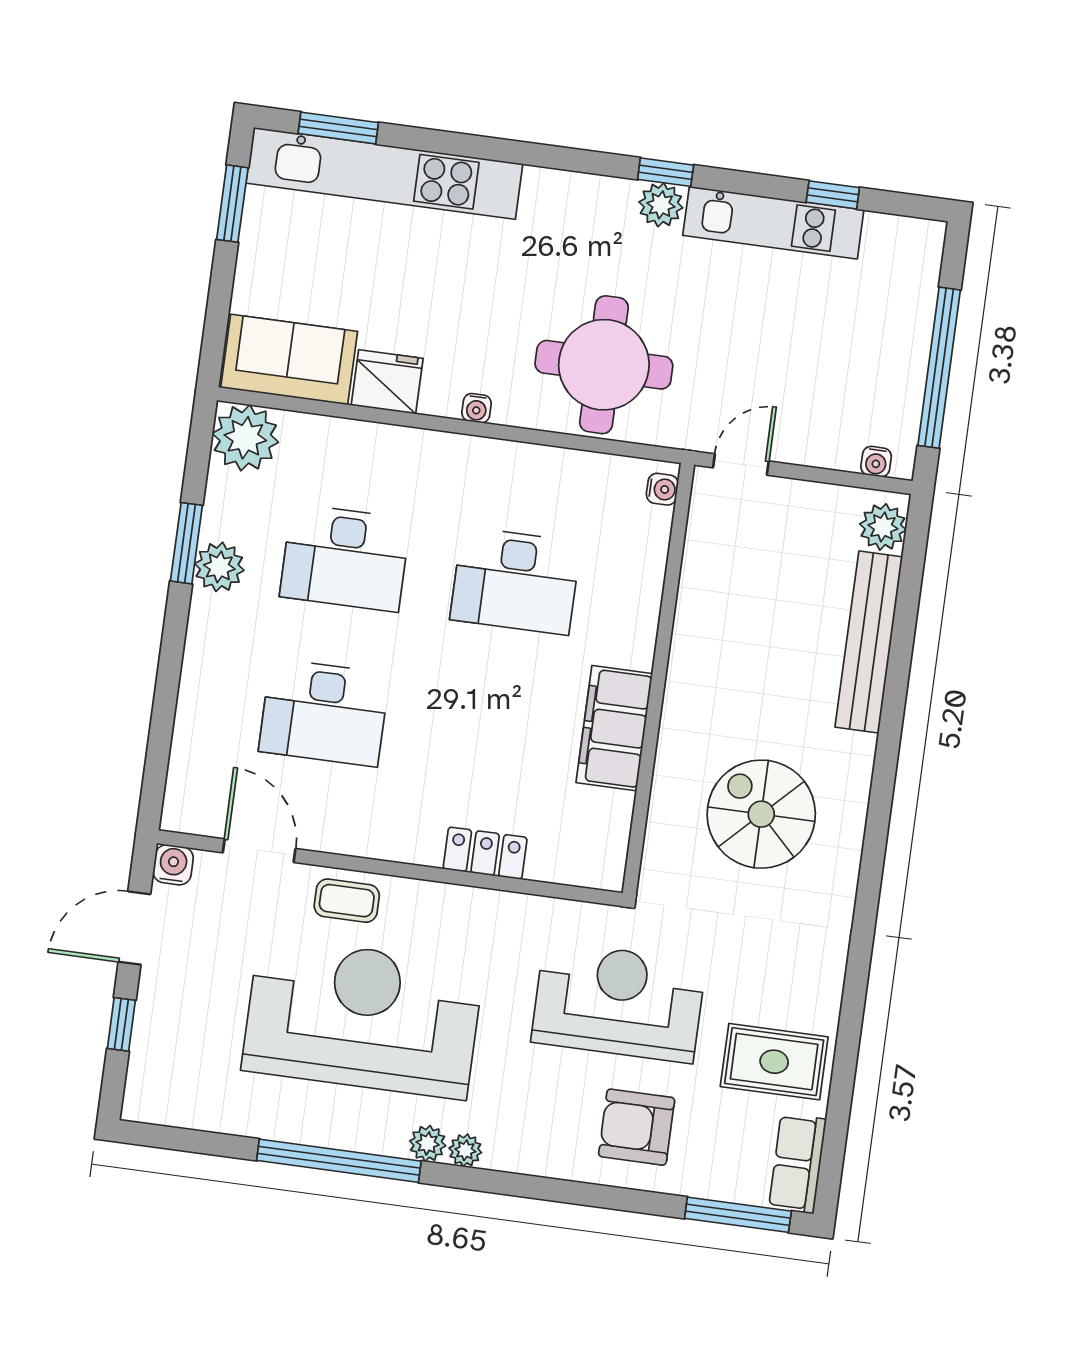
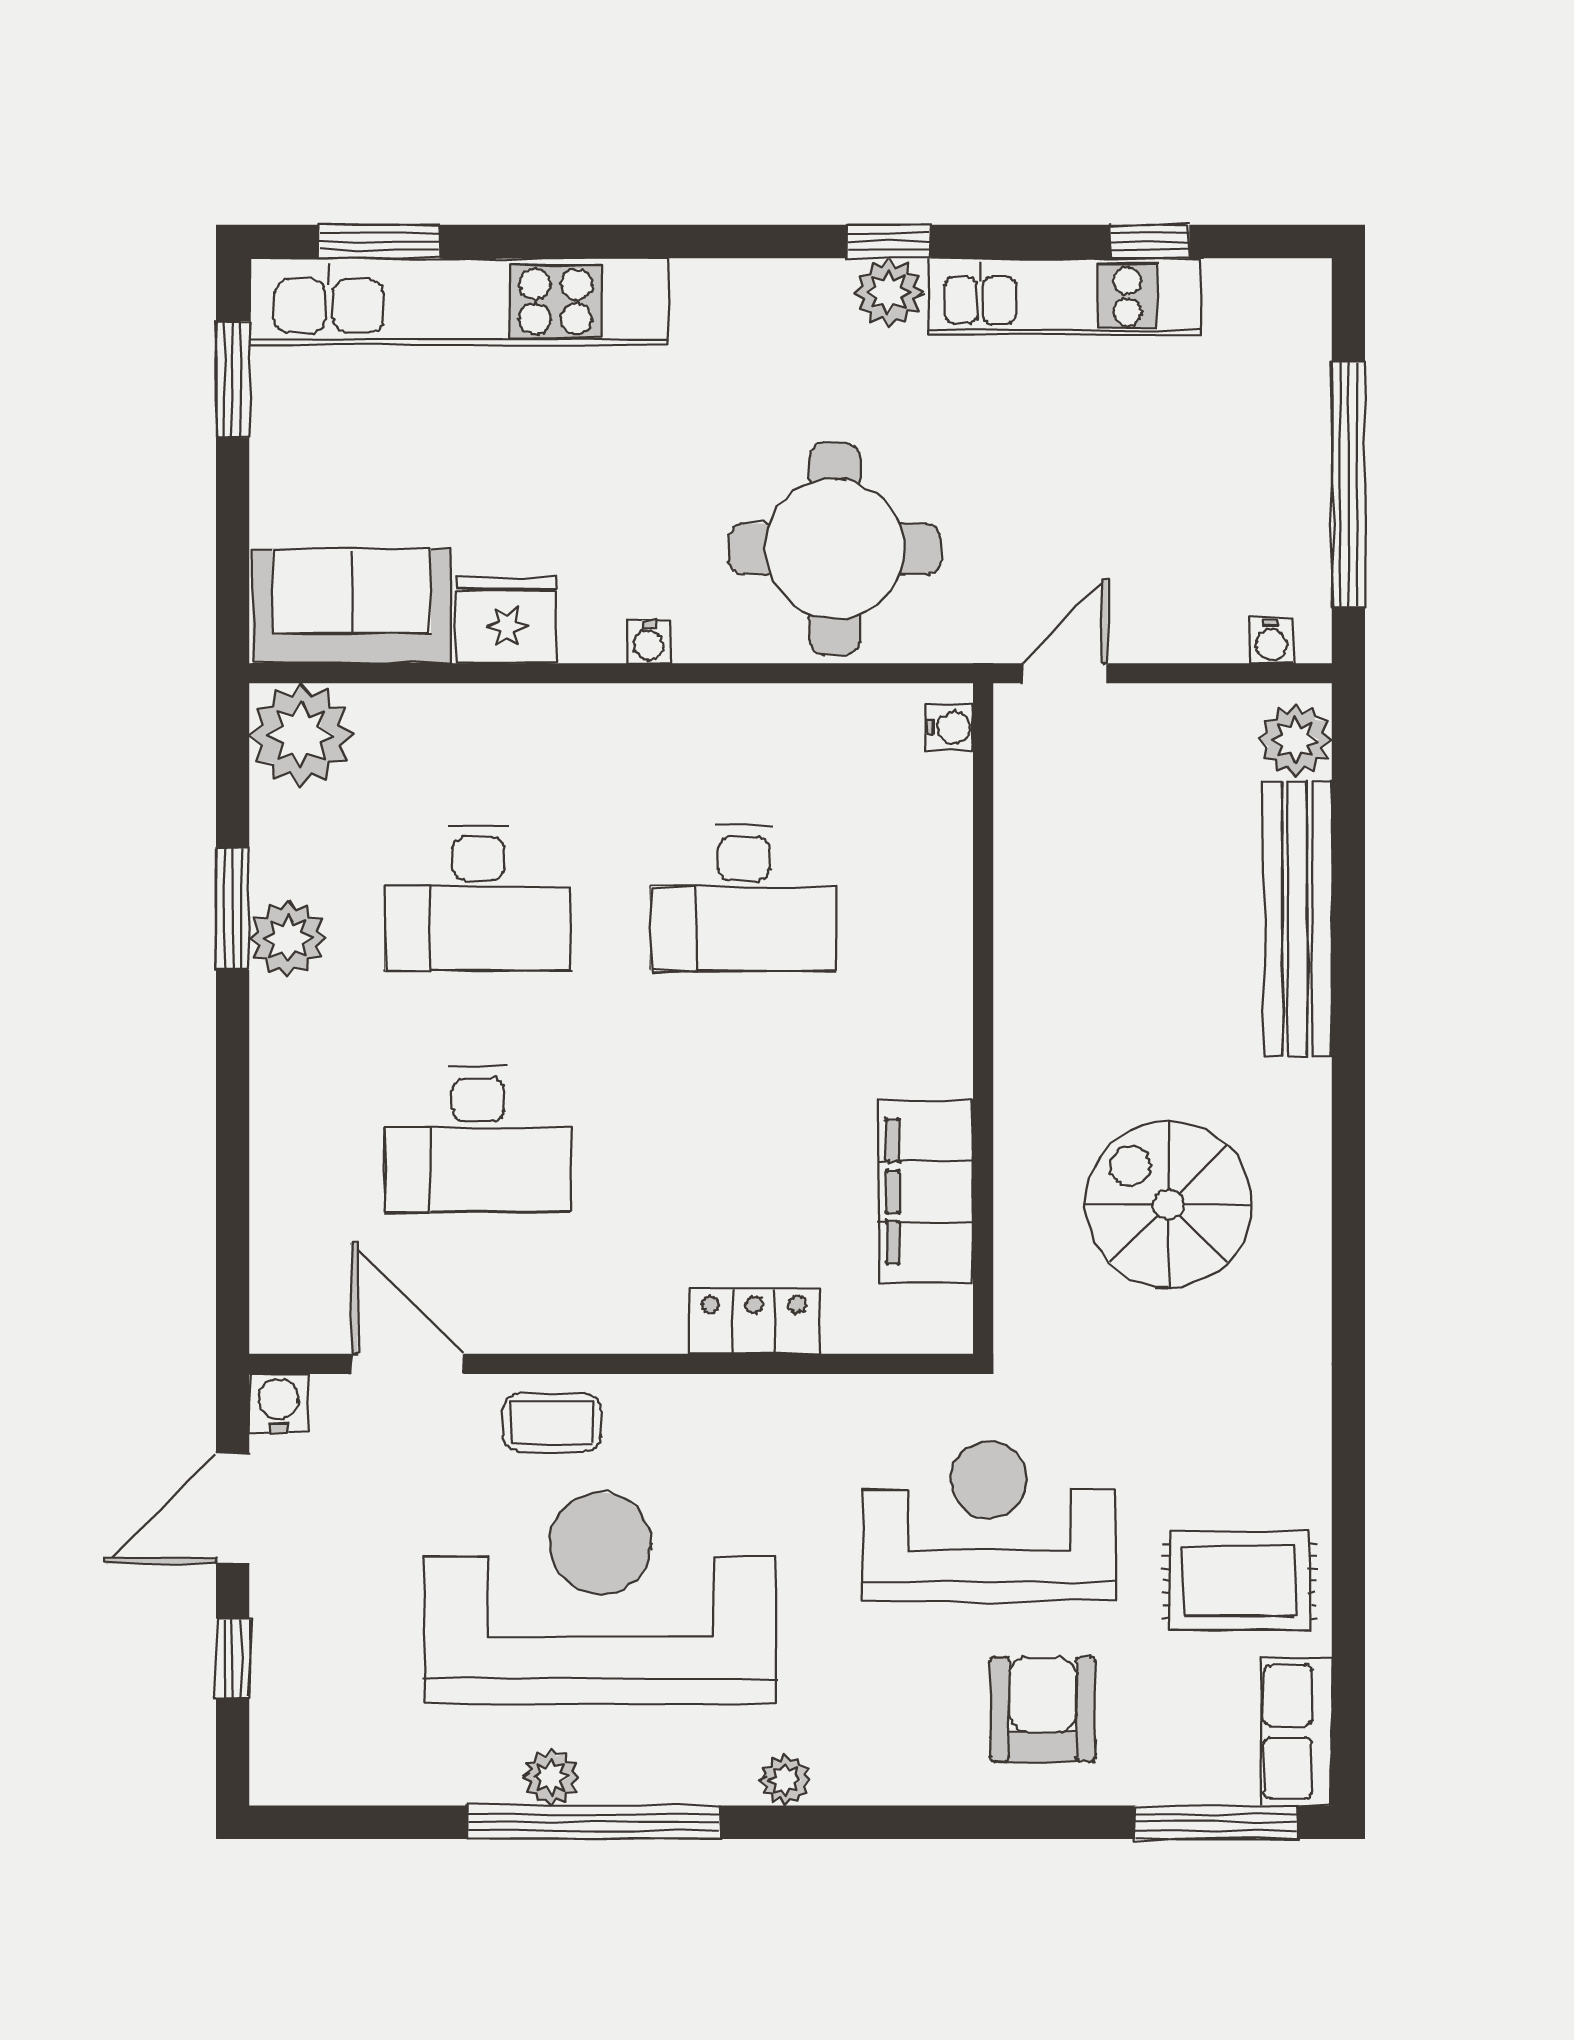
filing cabinet: (614, 728) -> (926, 1192), moved
armchair: (637, 1127) -> (1043, 1709), turned 90
plant: (428, 1143) -> (551, 1777), moved

